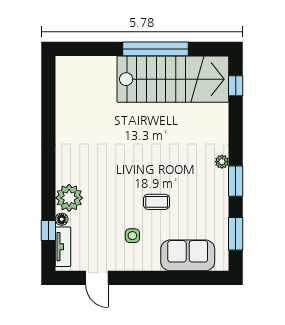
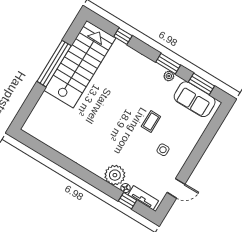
window: (236, 86) -> (123, 36), moved
plant: (222, 162) -> (169, 76), moved
sofa: (188, 255) -> (195, 99), moved, turned -90

